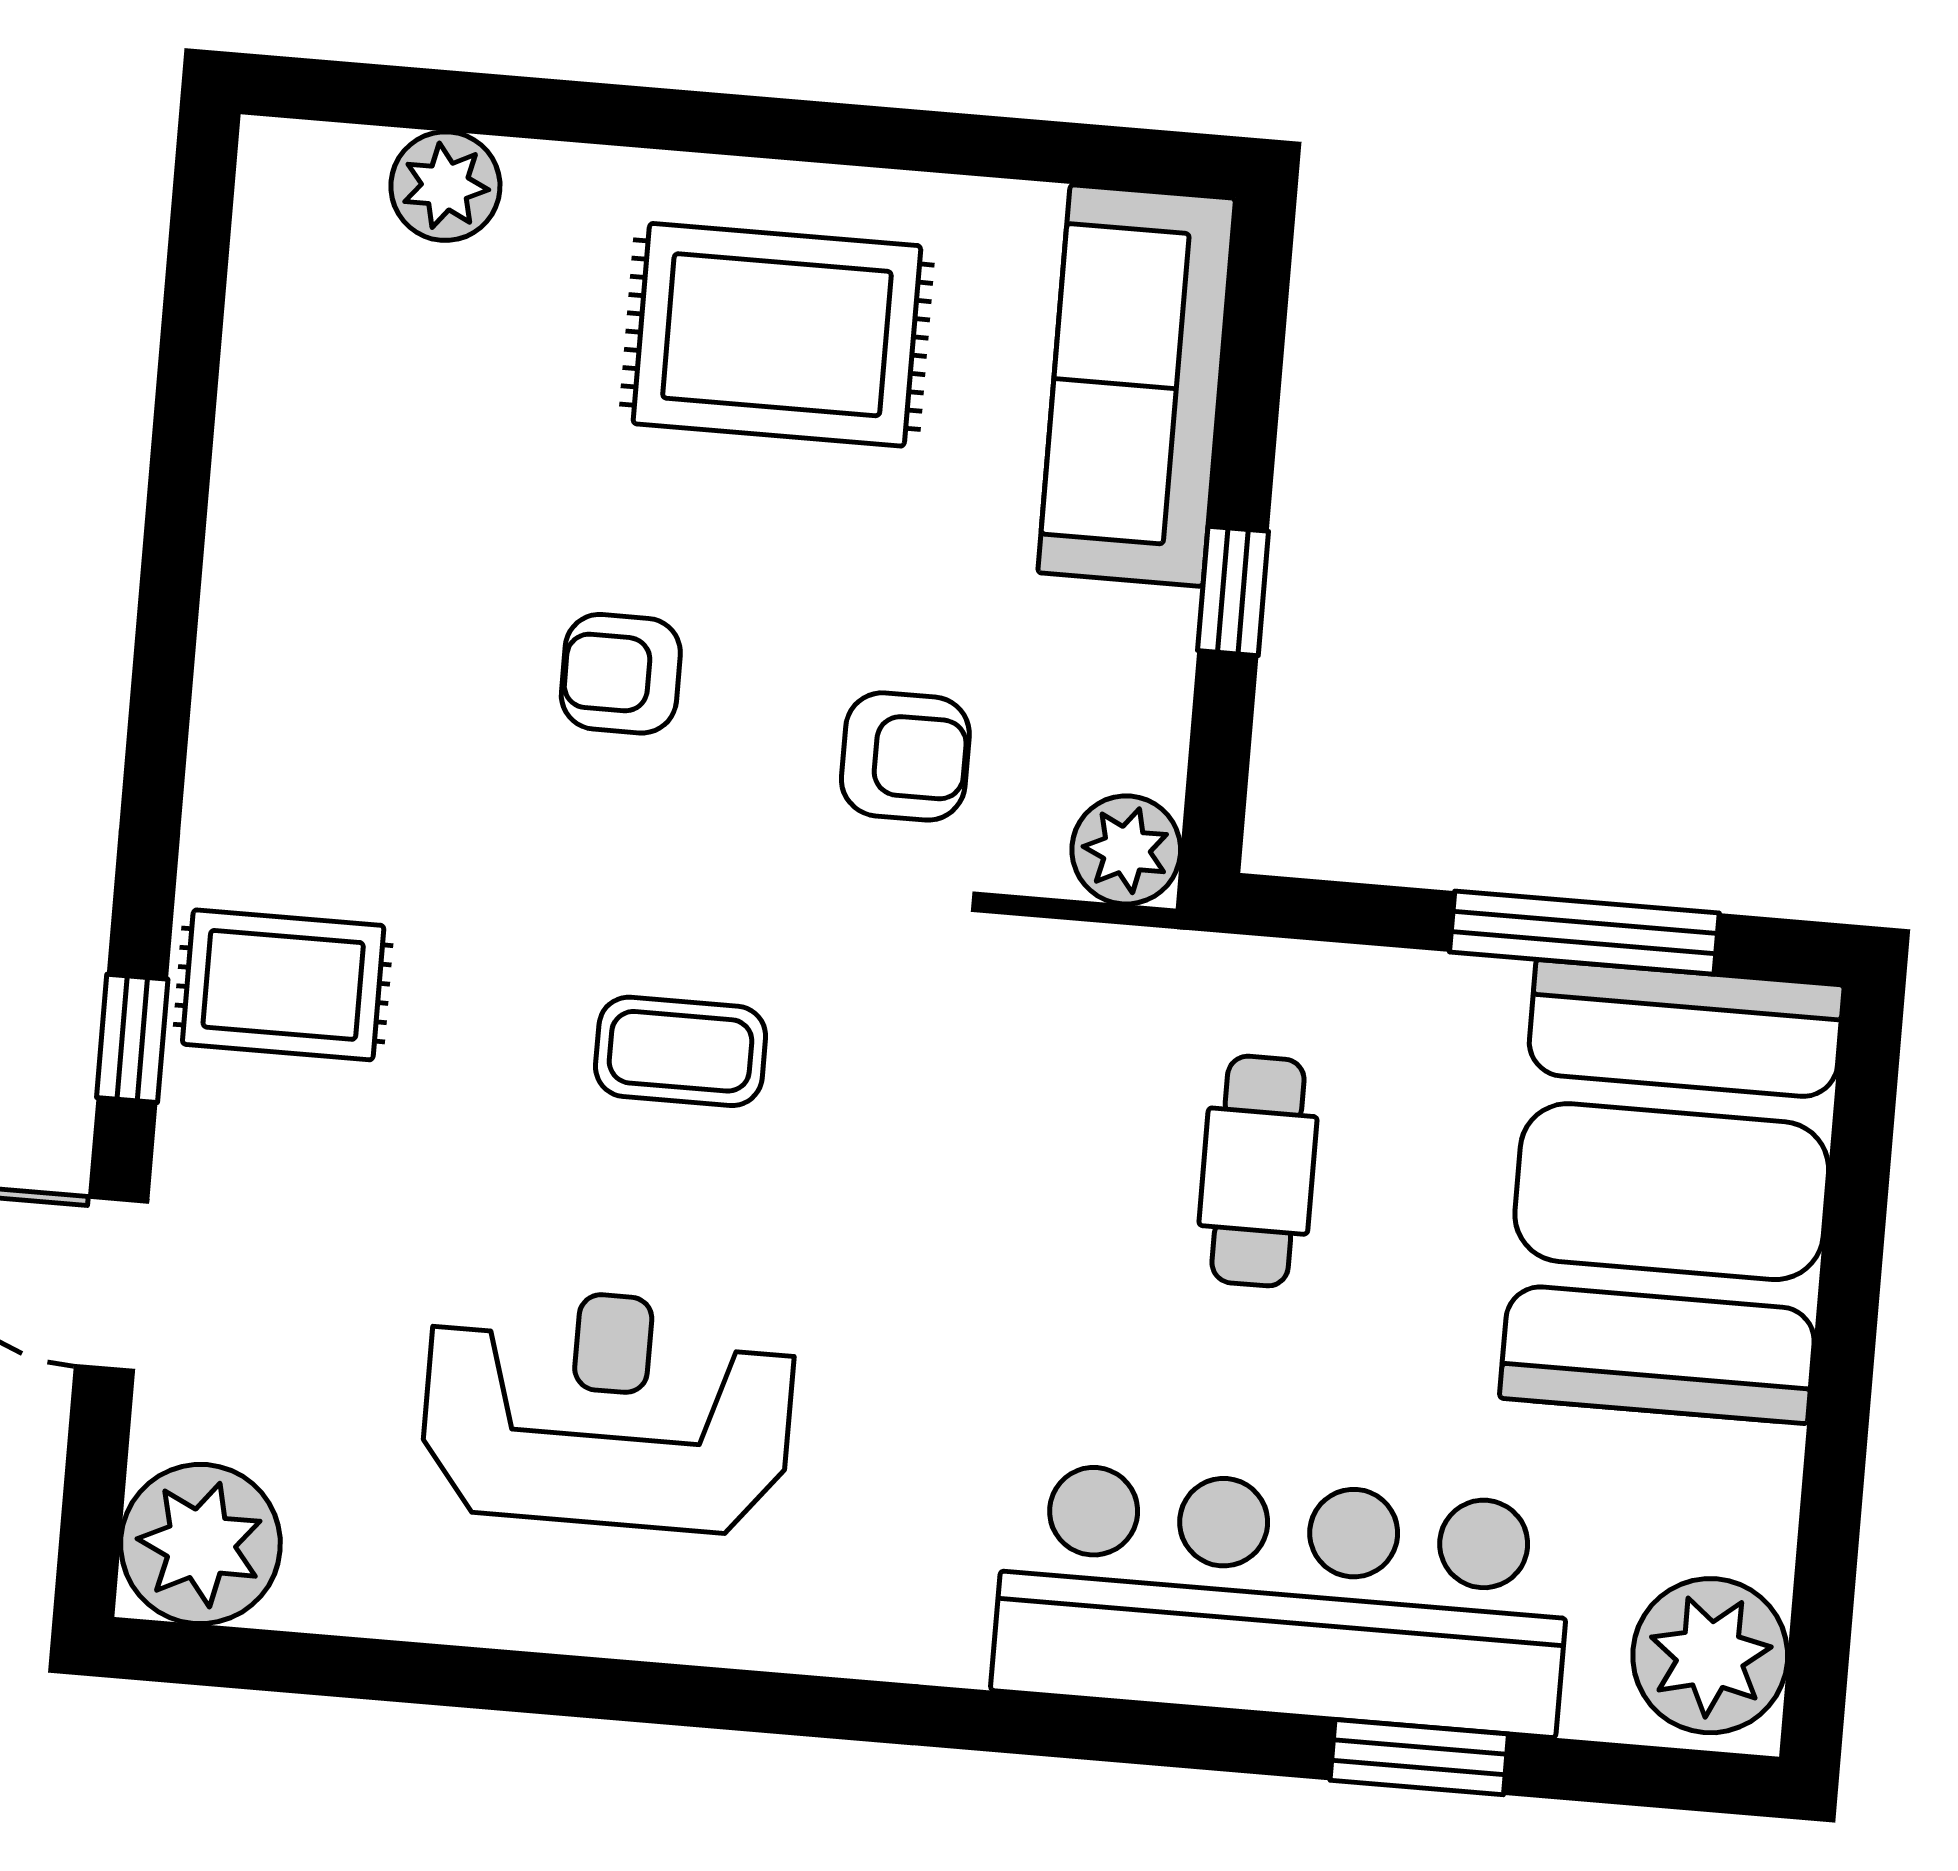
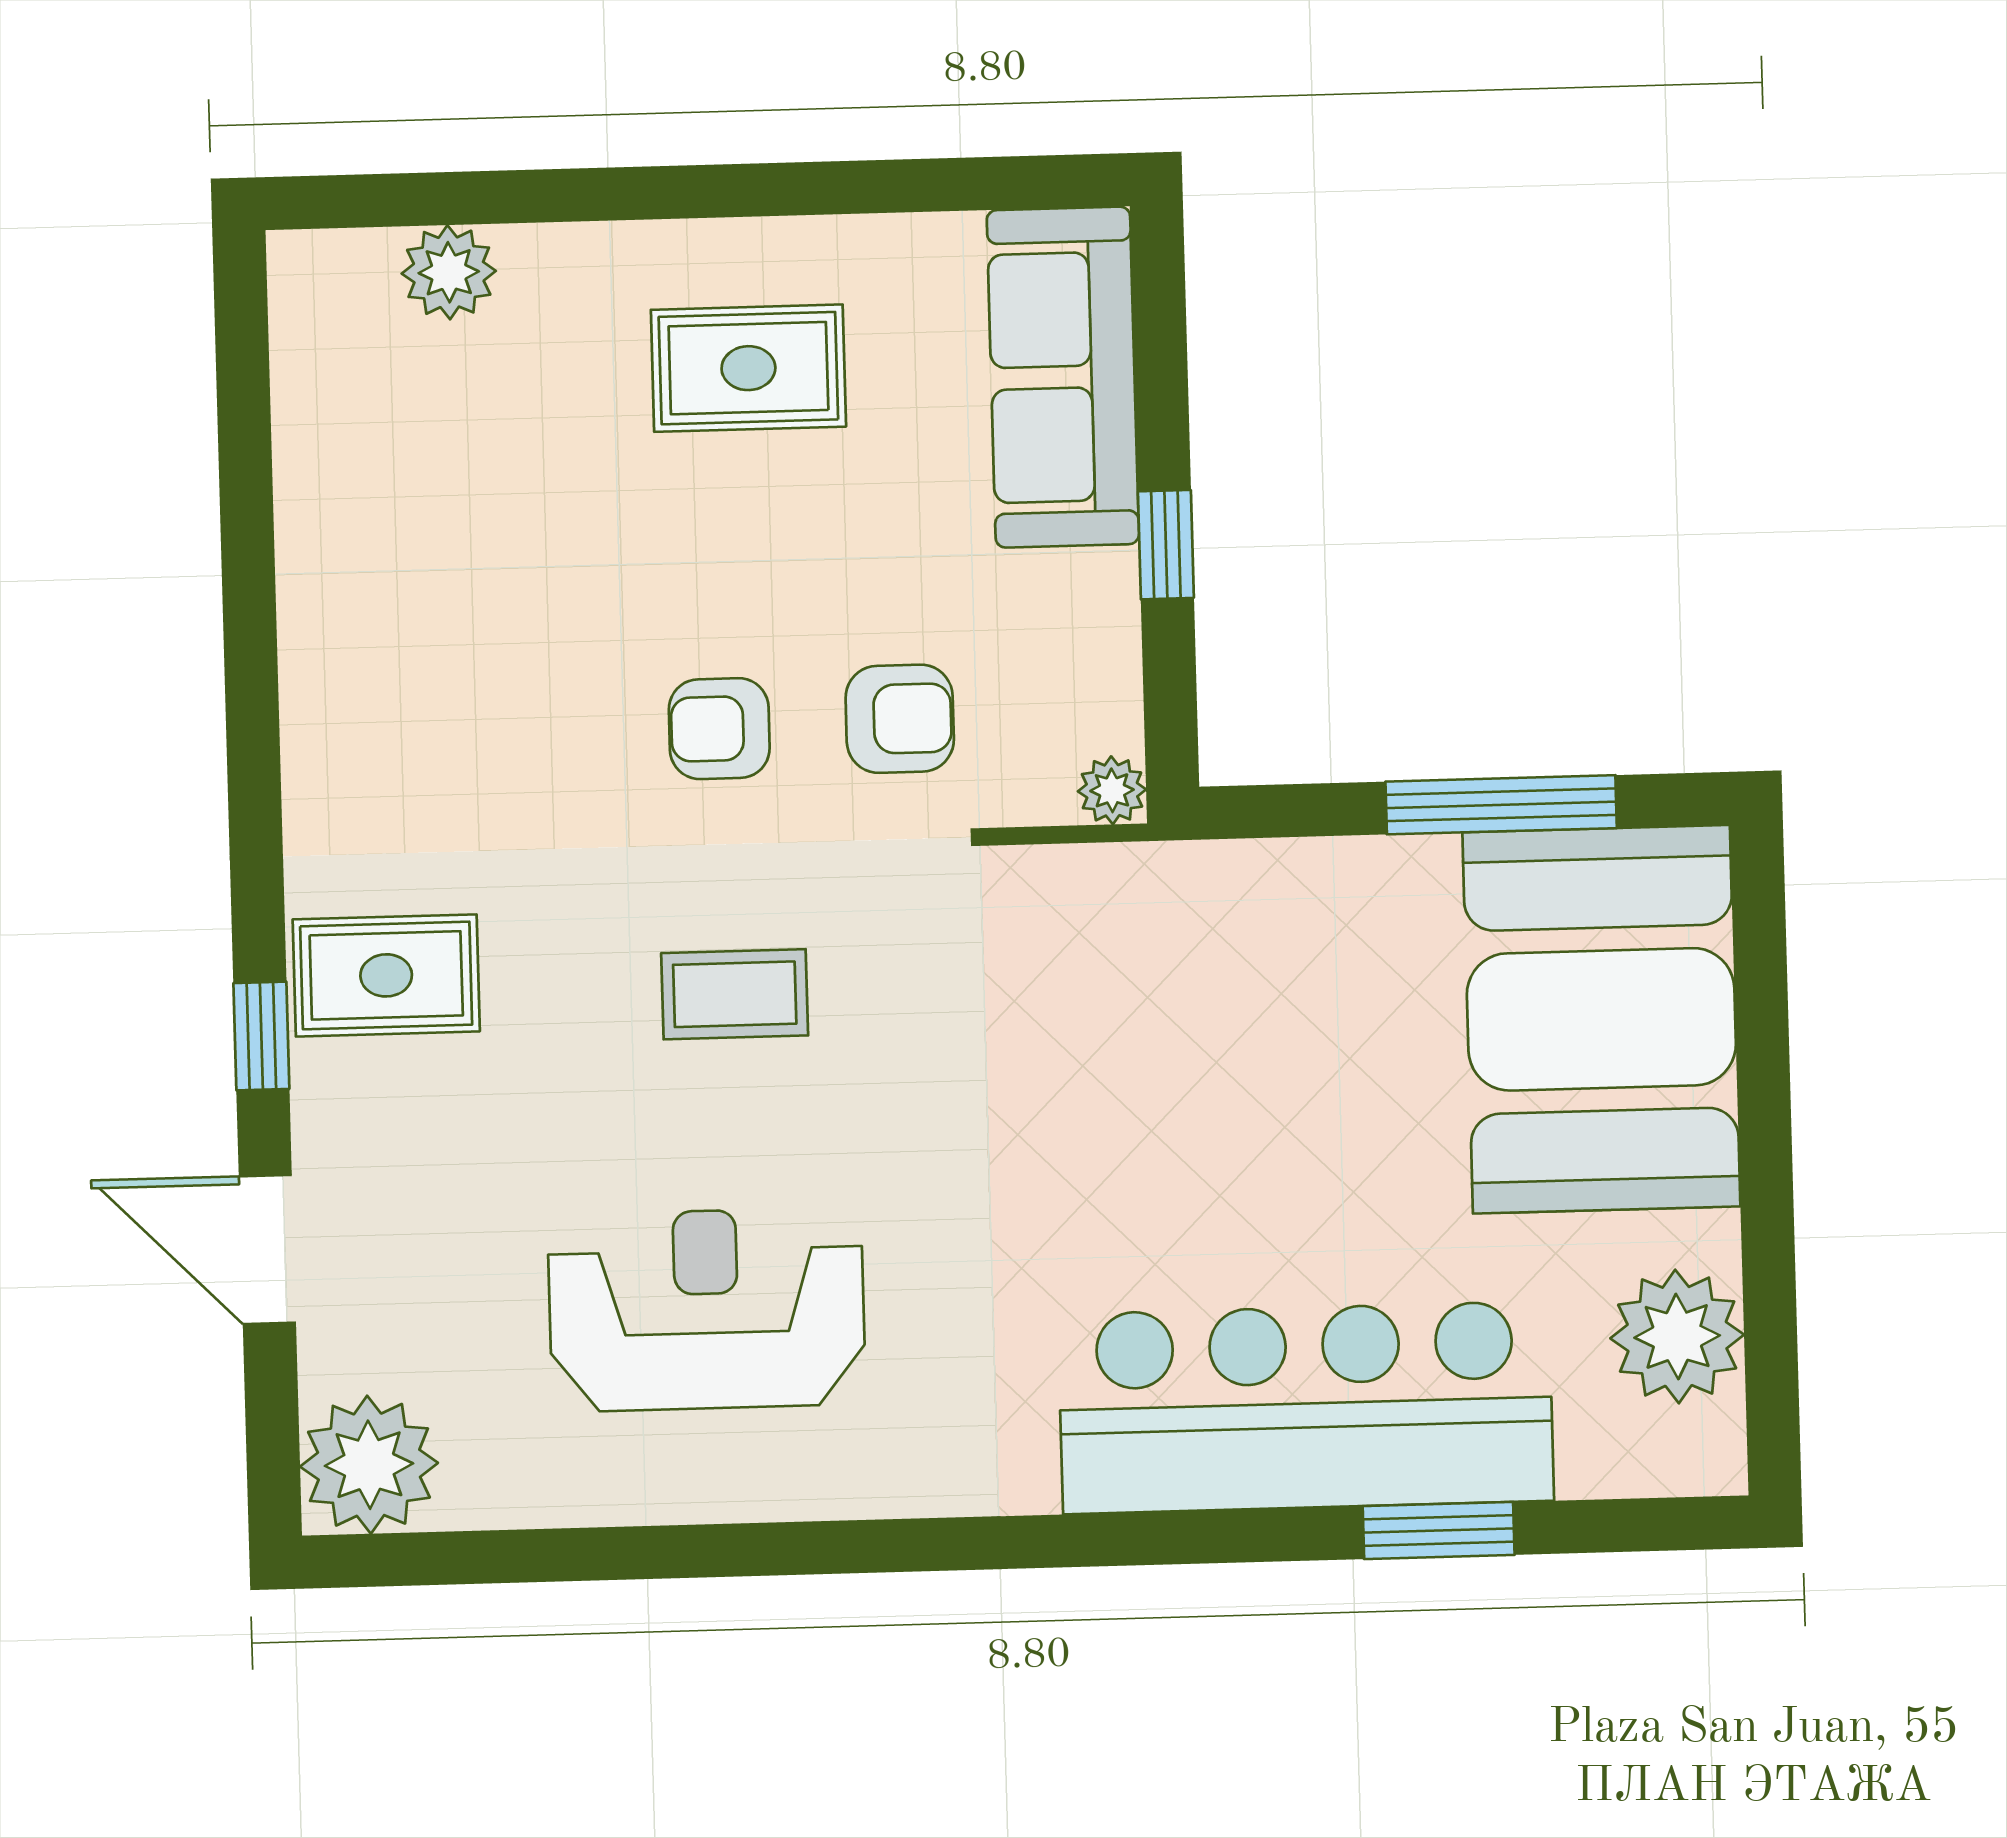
rug: (777, 335) -> (748, 368), width x0.73, depth x0.70
armchair: (621, 674) -> (719, 729), moved
plant: (1126, 850) -> (1112, 790), width x0.73, depth x0.73
cafe table: (1258, 1171) -> (1243, 1042), removed
plant: (1710, 1656) -> (1677, 1336), moved

